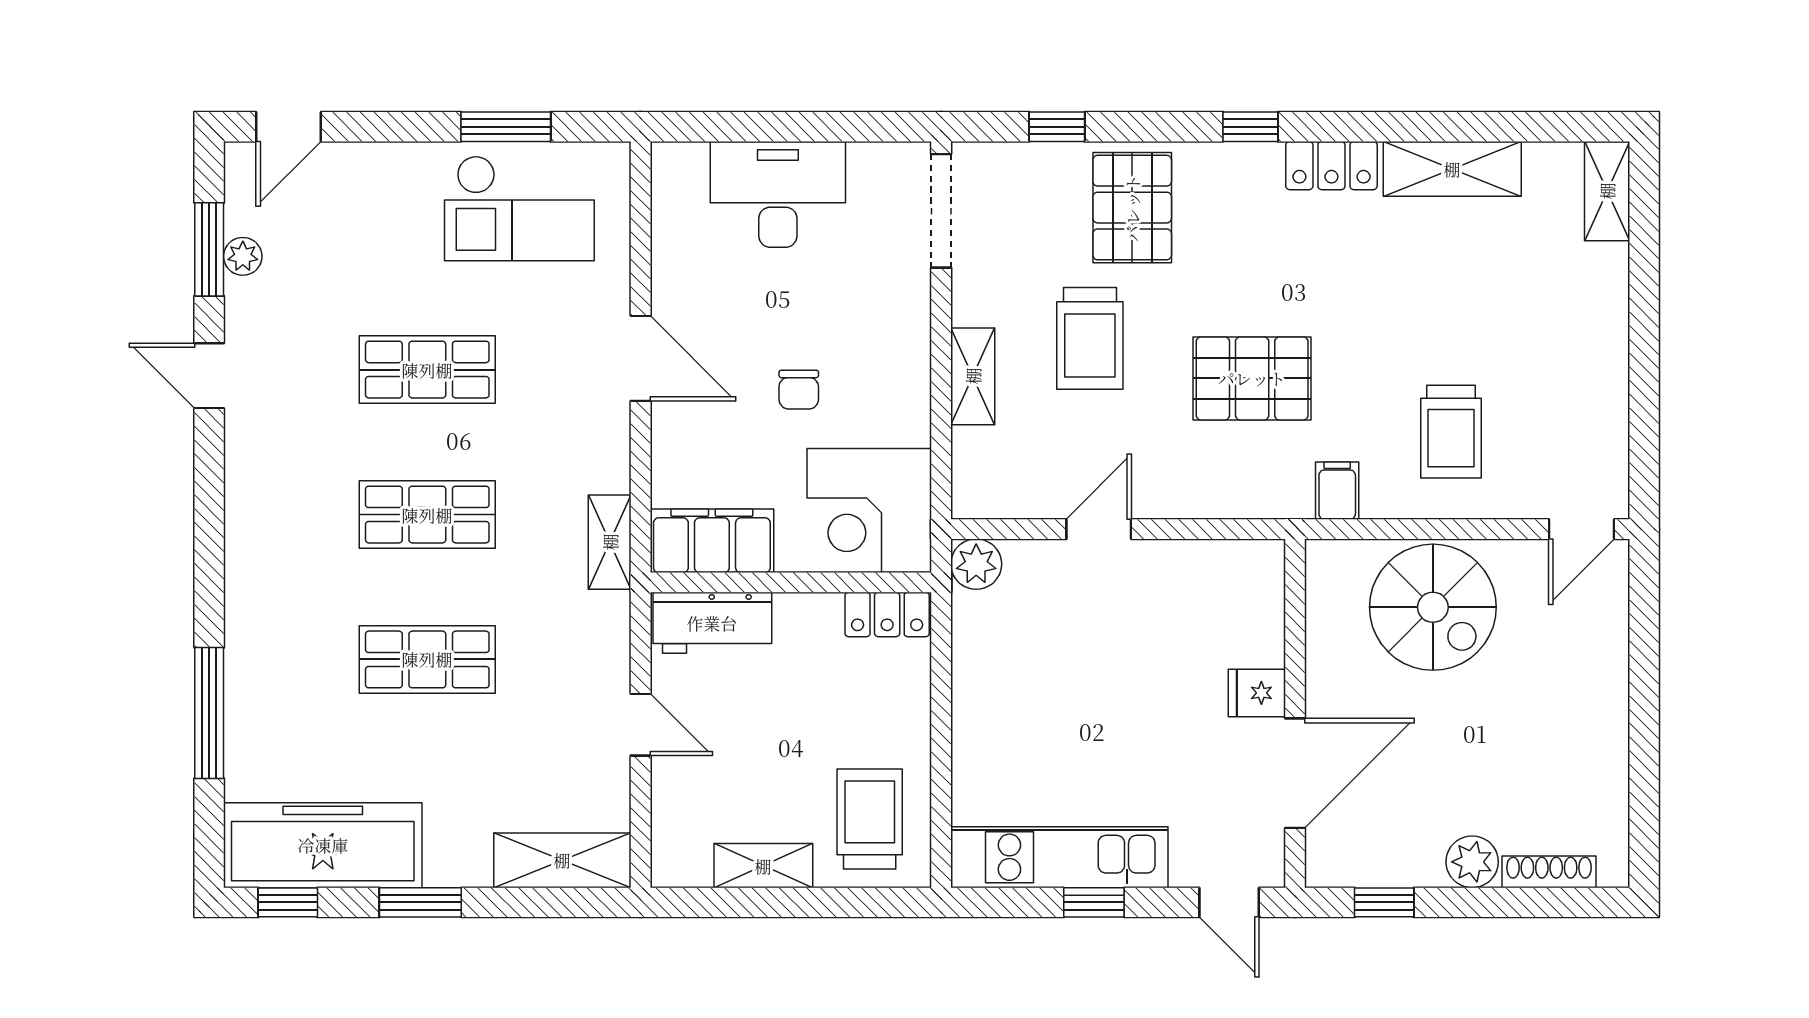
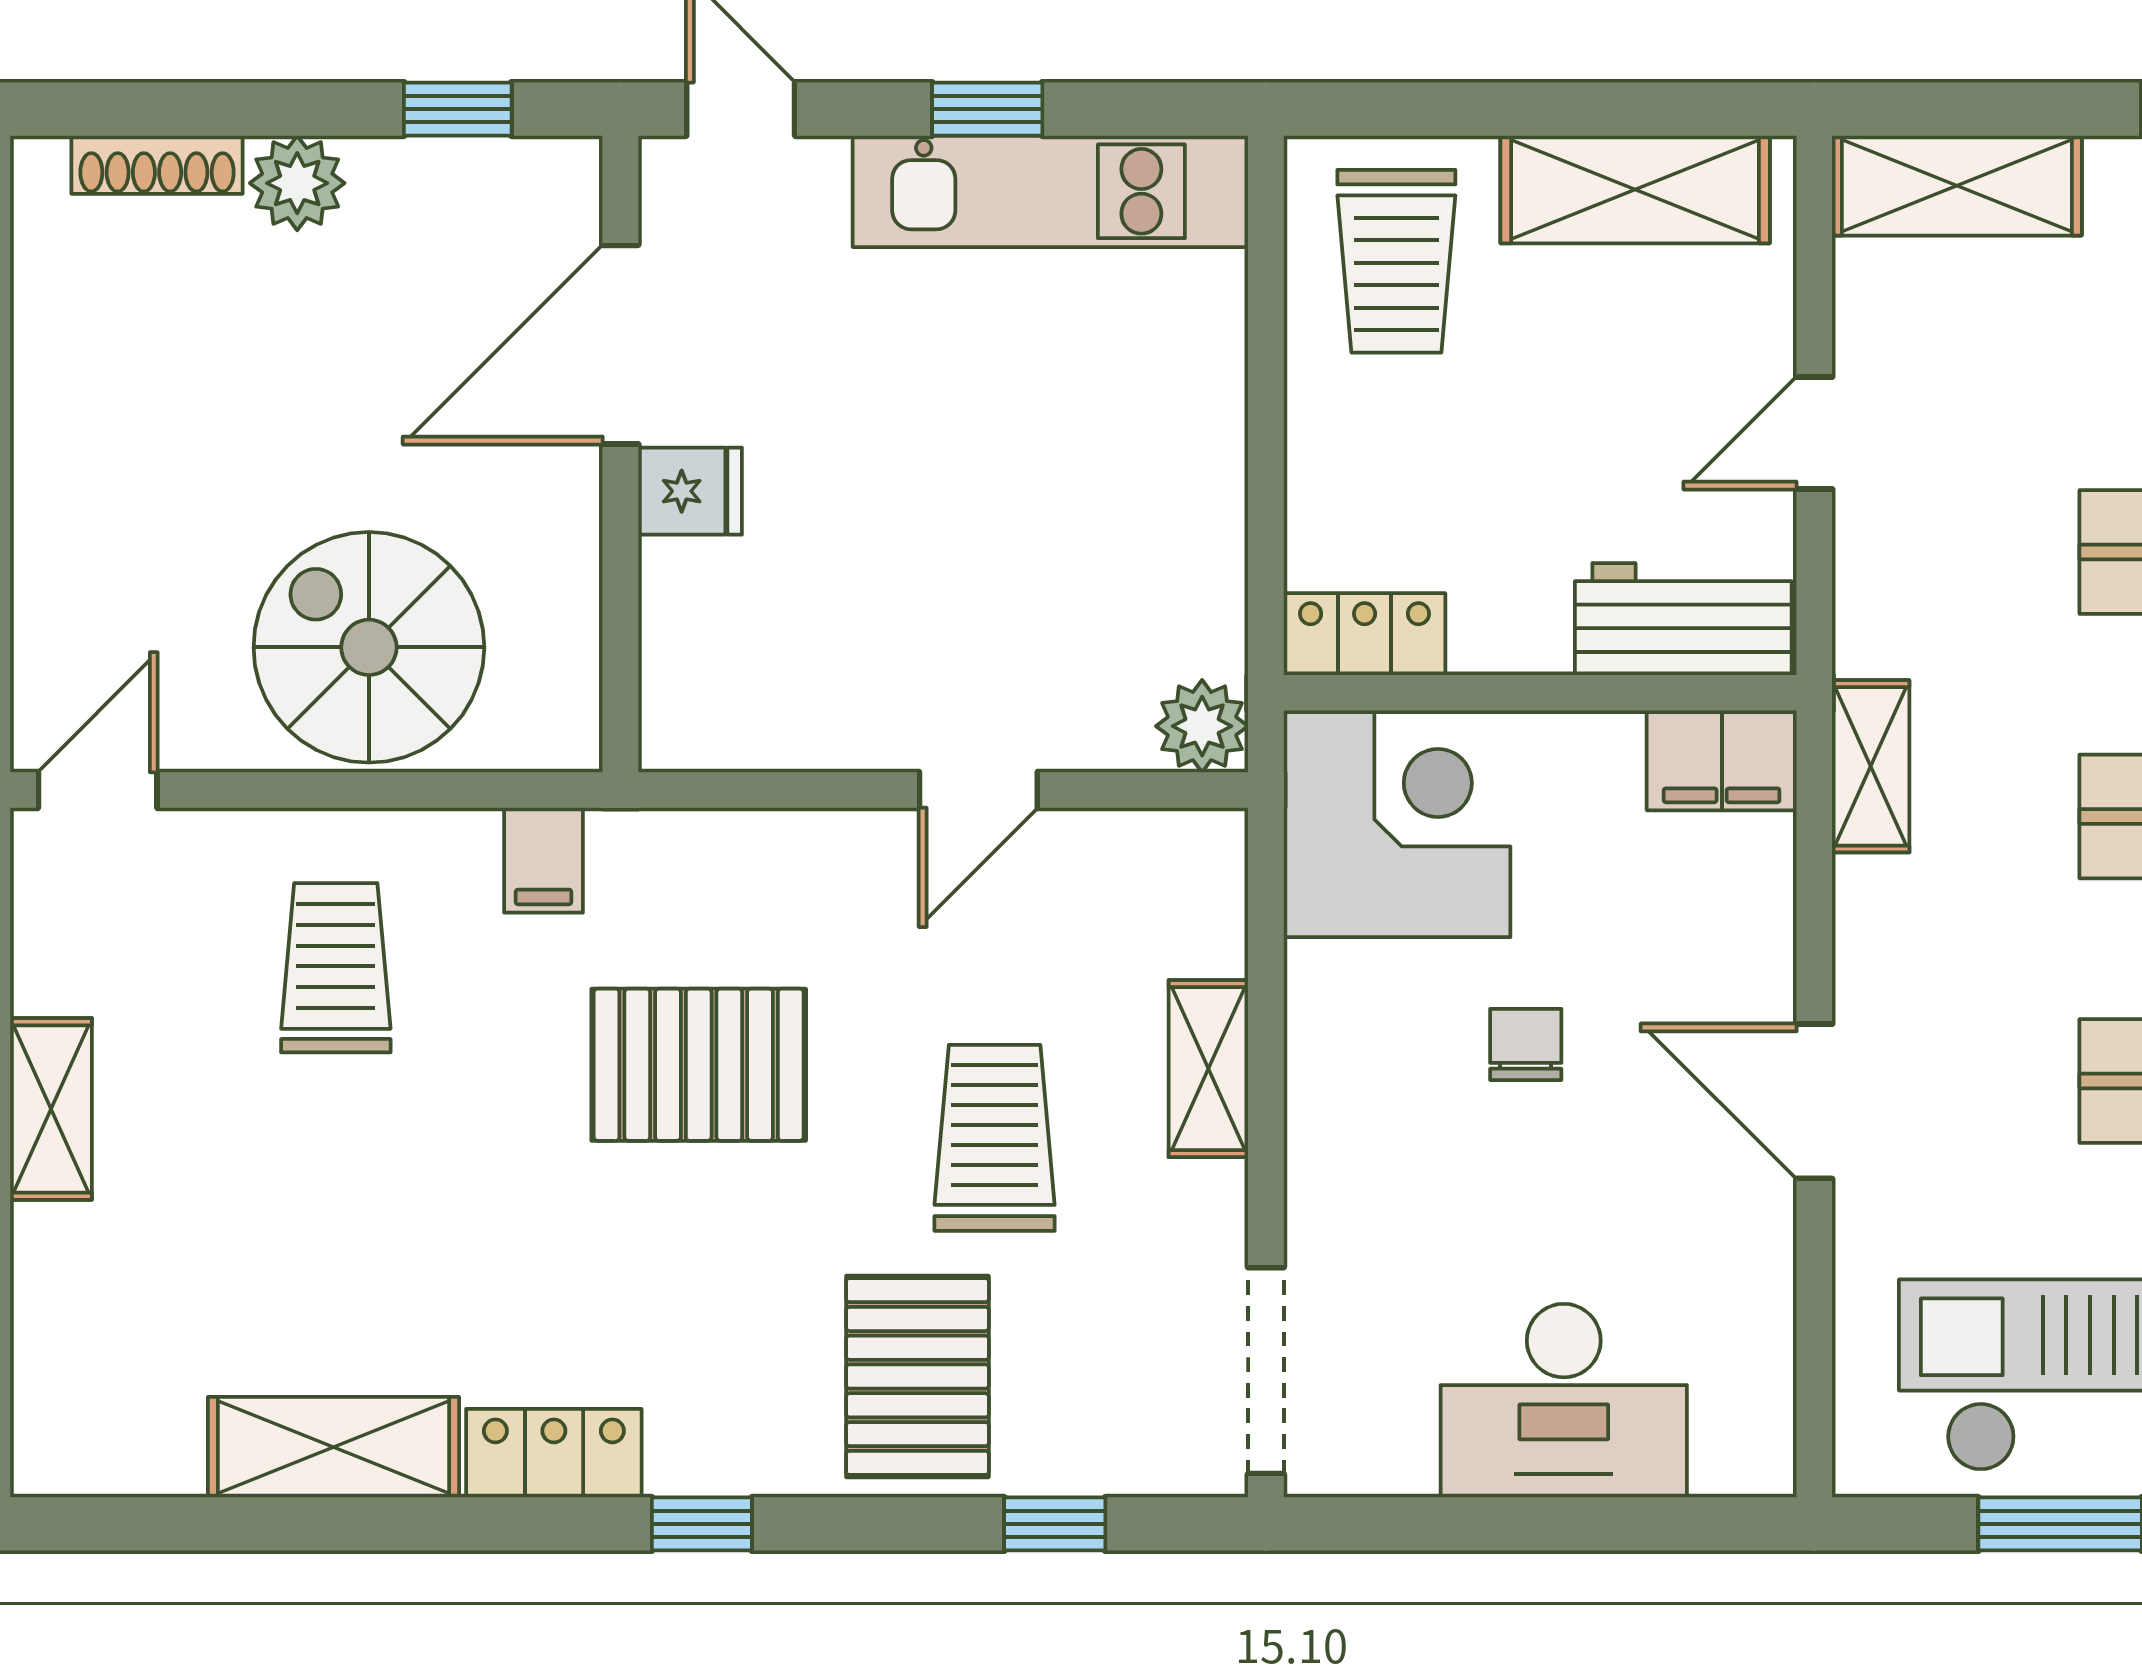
shelving: (1607, 191) -> (51, 1109), moved
filing cabinet: (712, 541) -> (1722, 760), width x0.67, depth x0.86
door: (641, 725) -> (1814, 433), hinge flipped
shelving: (763, 866) -> (1635, 189), width x1.50, depth x1.33

